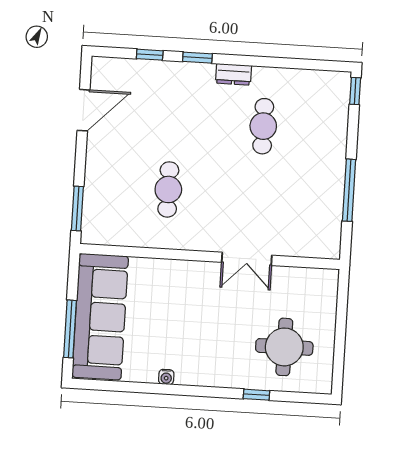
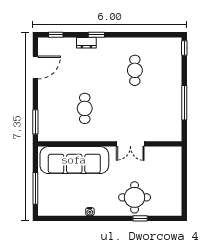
window: (150, 55) -> (56, 35), moved
dresser: (233, 74) -> (86, 43), moved
sofa: (100, 317) -> (74, 160), moved, turned 90
round table: (284, 347) -> (135, 197), moved

